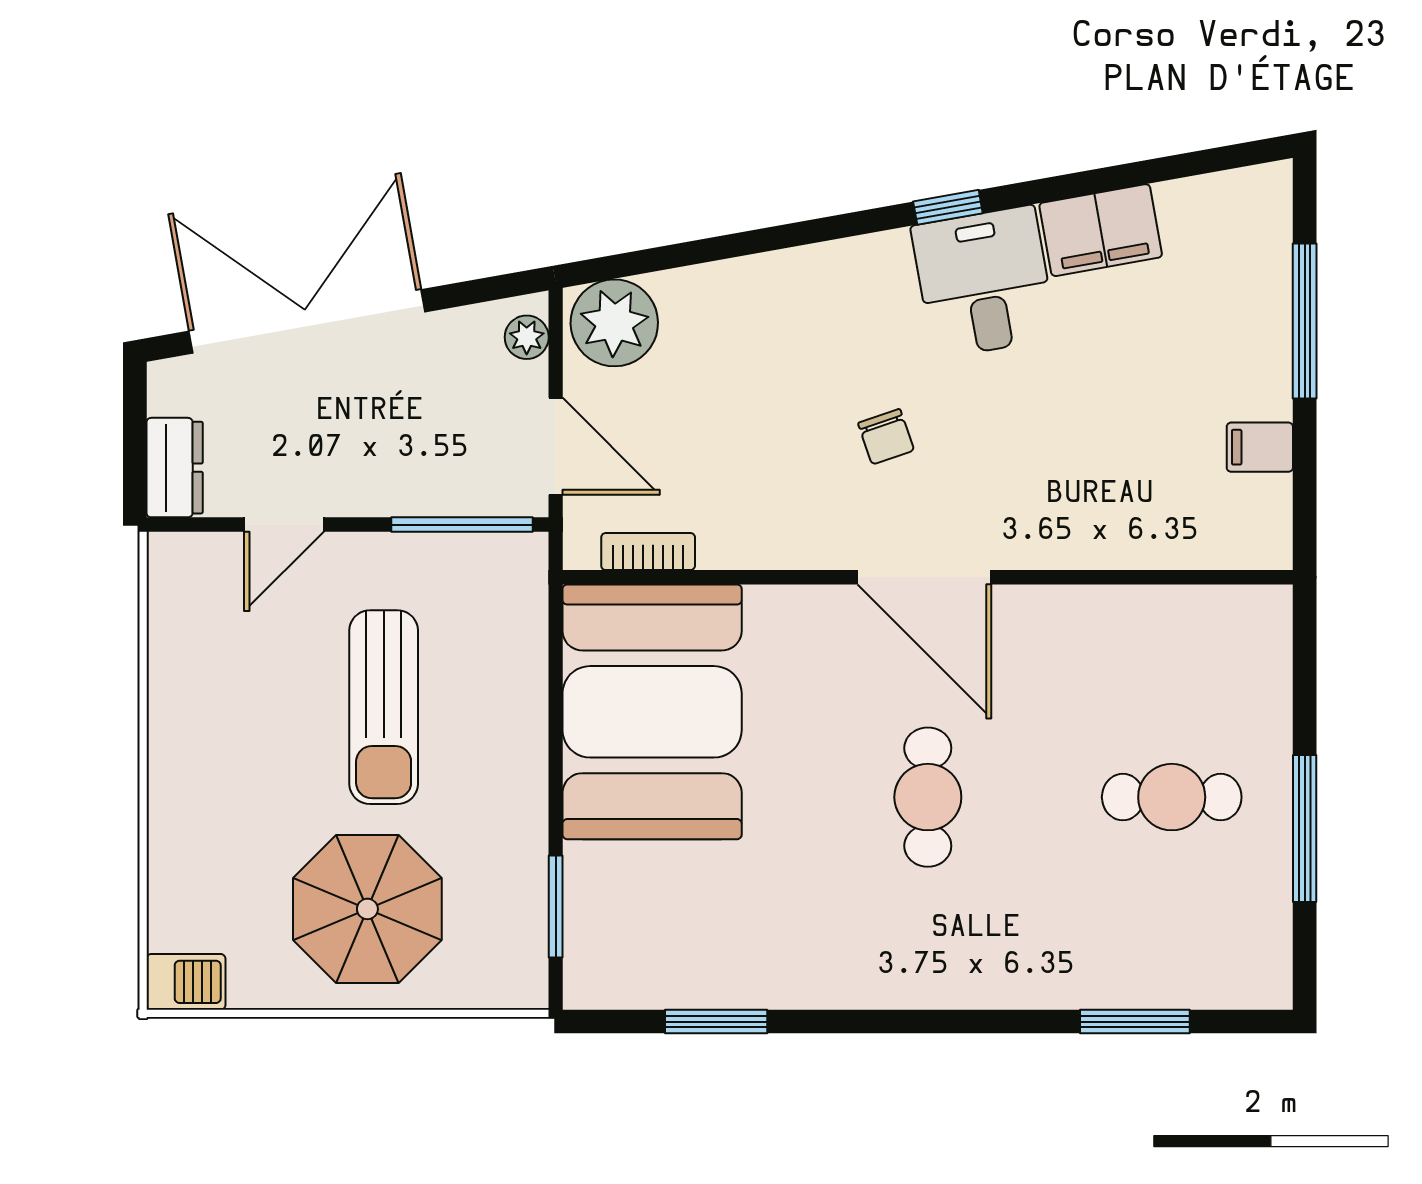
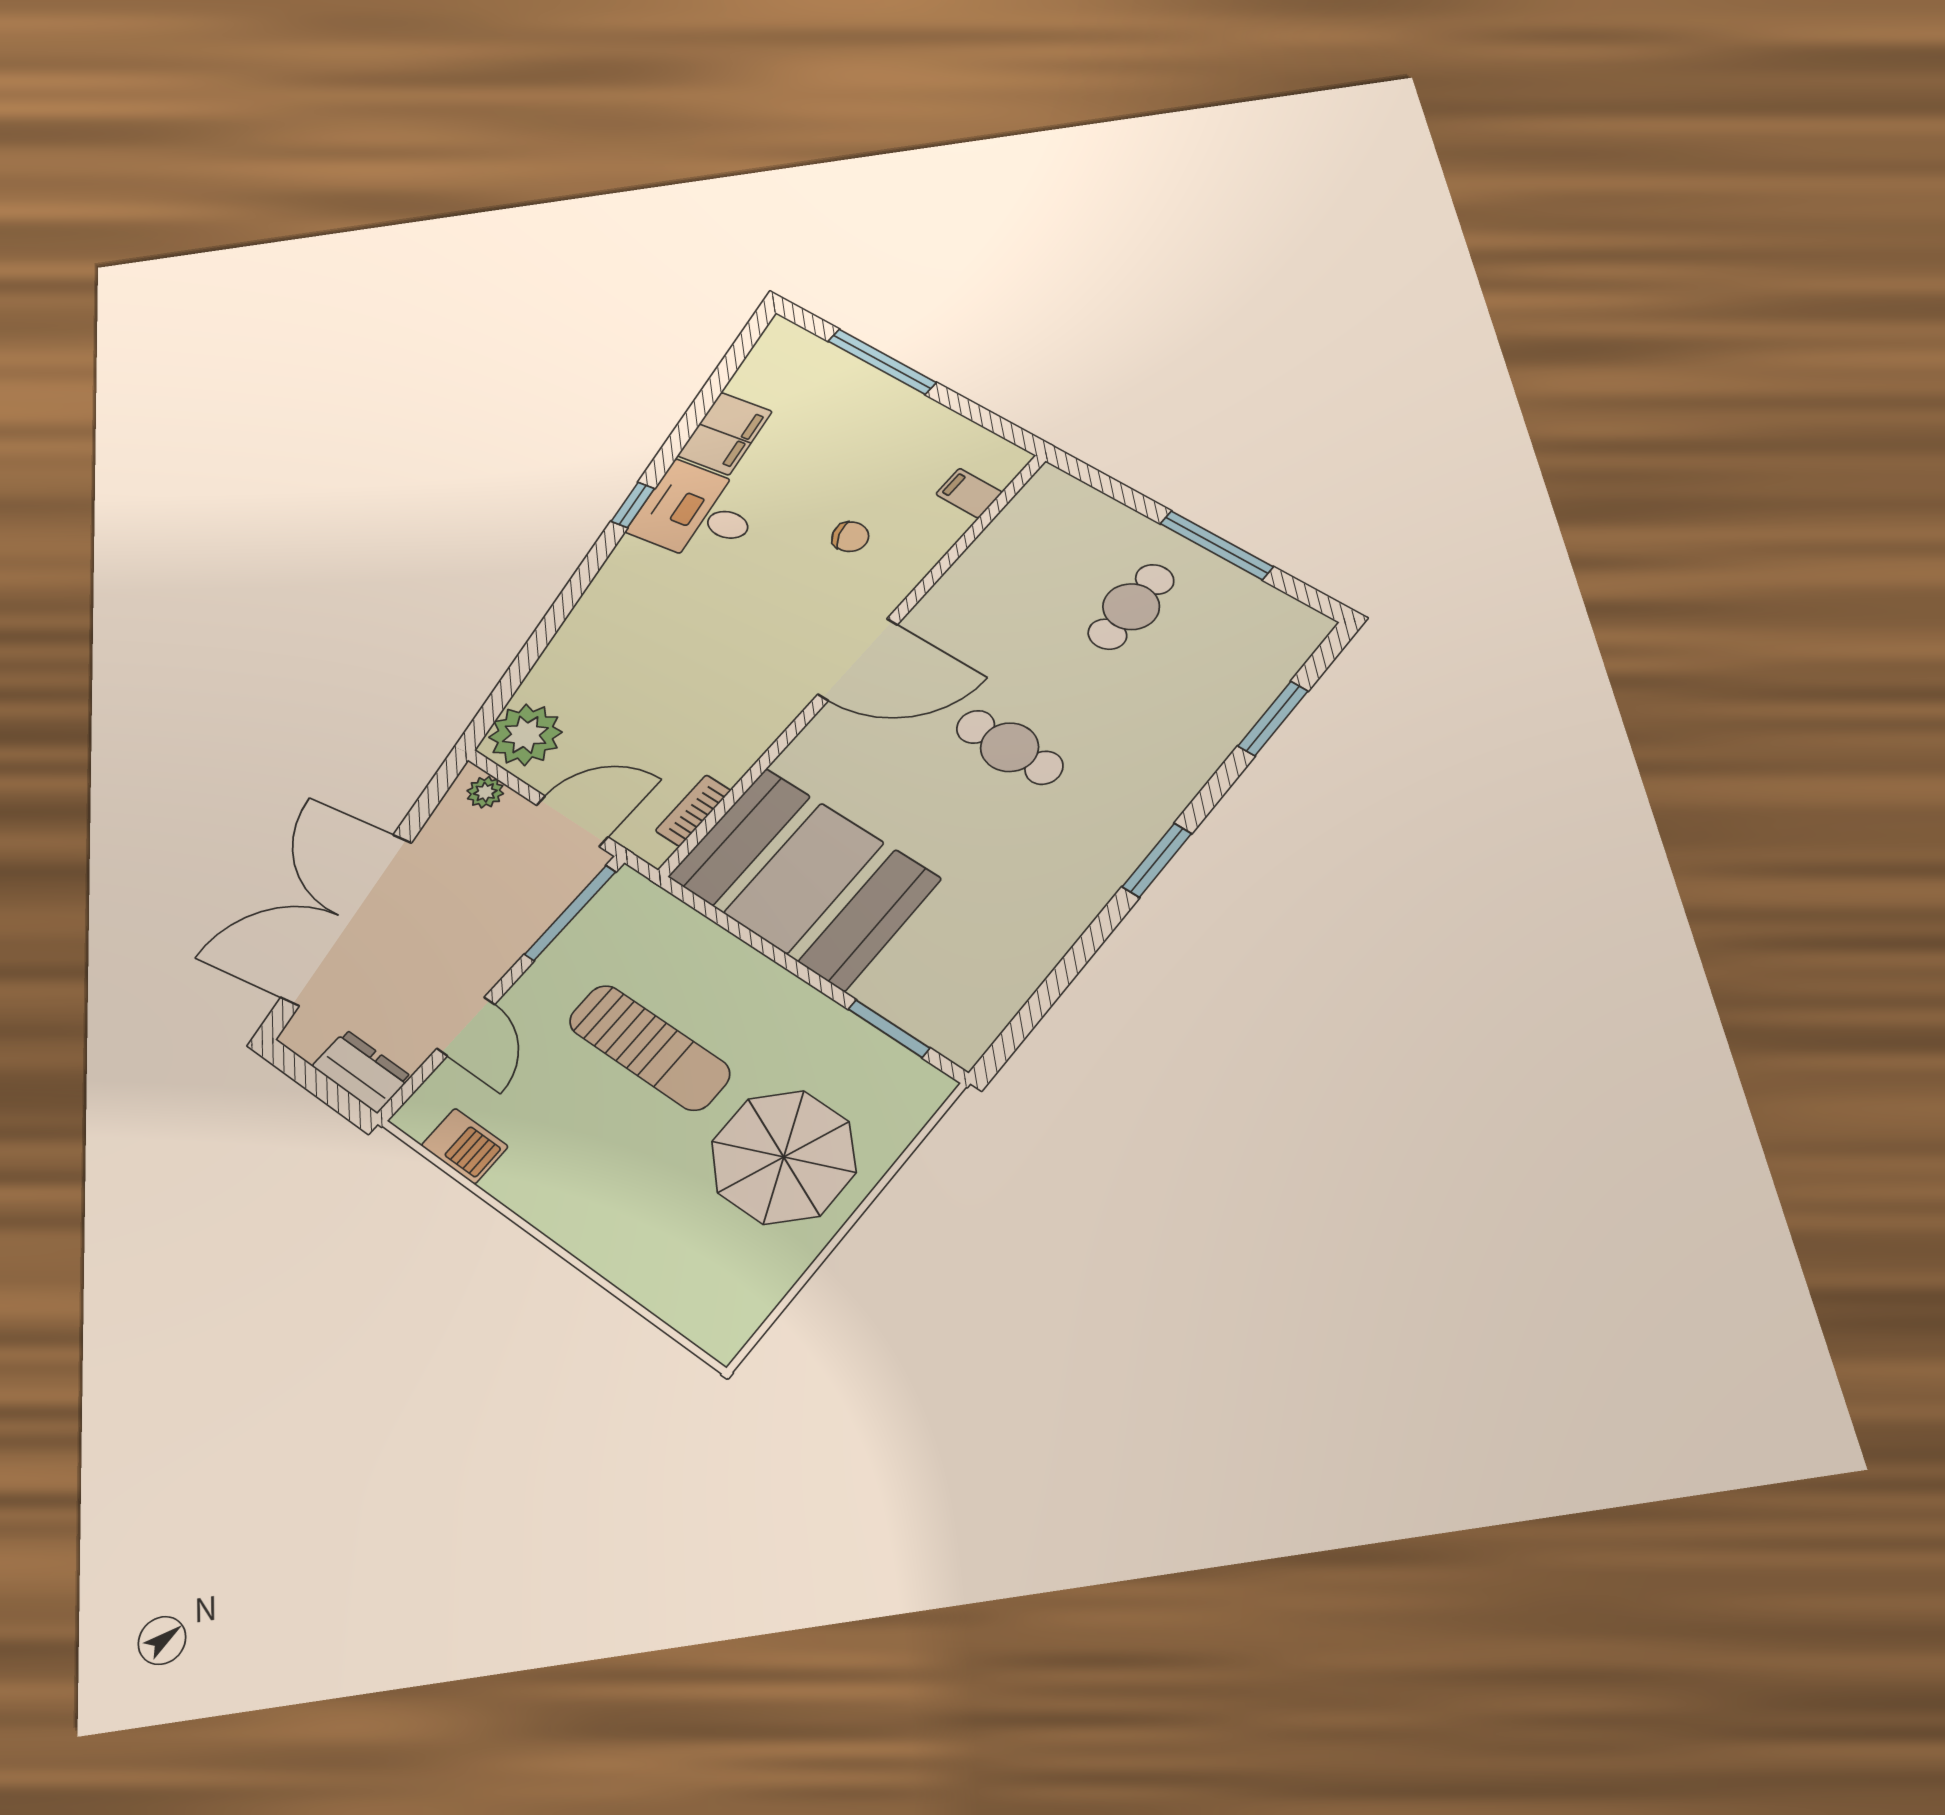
chair: (886, 437) -> (850, 537), moved
filing cabinet: (1260, 447) -> (969, 493), moved, turned 90
barbecue: (186, 982) -> (465, 1146), moved, turned 90
window: (716, 1022) -> (1157, 860), moved

